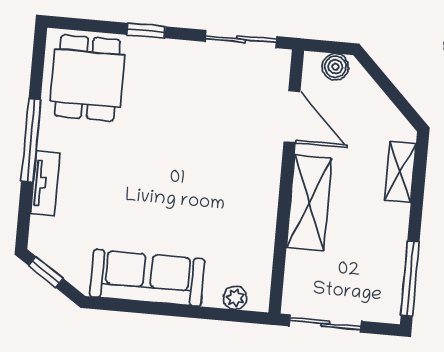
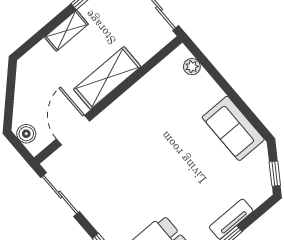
shelving: (400, 172) -> (66, 31), moved
sofa: (147, 278) -> (233, 128), width x0.73

